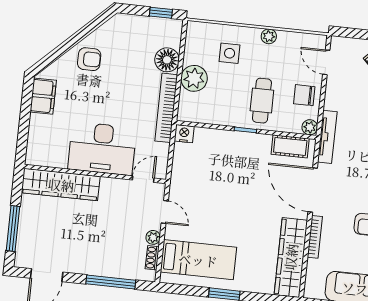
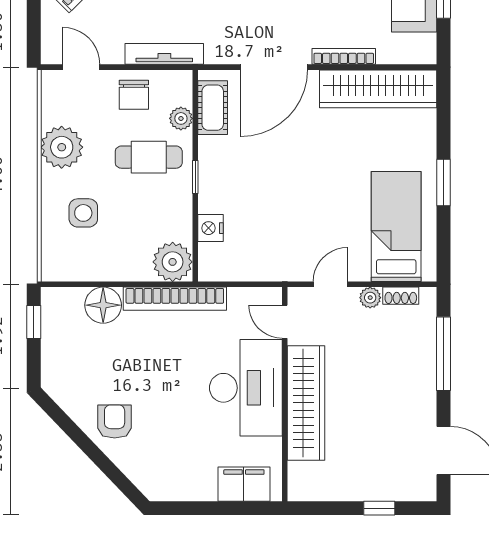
plant: (269, 36) -> (62, 147), width x1.88, depth x1.88
door: (326, 62) -> (81, 67), swing flipped
plant: (194, 78) -> (173, 262), moved
filing cabinet: (43, 96) -> (244, 484), moved
plant: (310, 127) -> (181, 118), moved
nightstand: (184, 134) -> (211, 228), moved
tv unit: (327, 137) -> (164, 54), moved
wardrobe: (61, 185) -> (306, 403), moved
window: (13, 228) -> (379, 508), width x0.46

